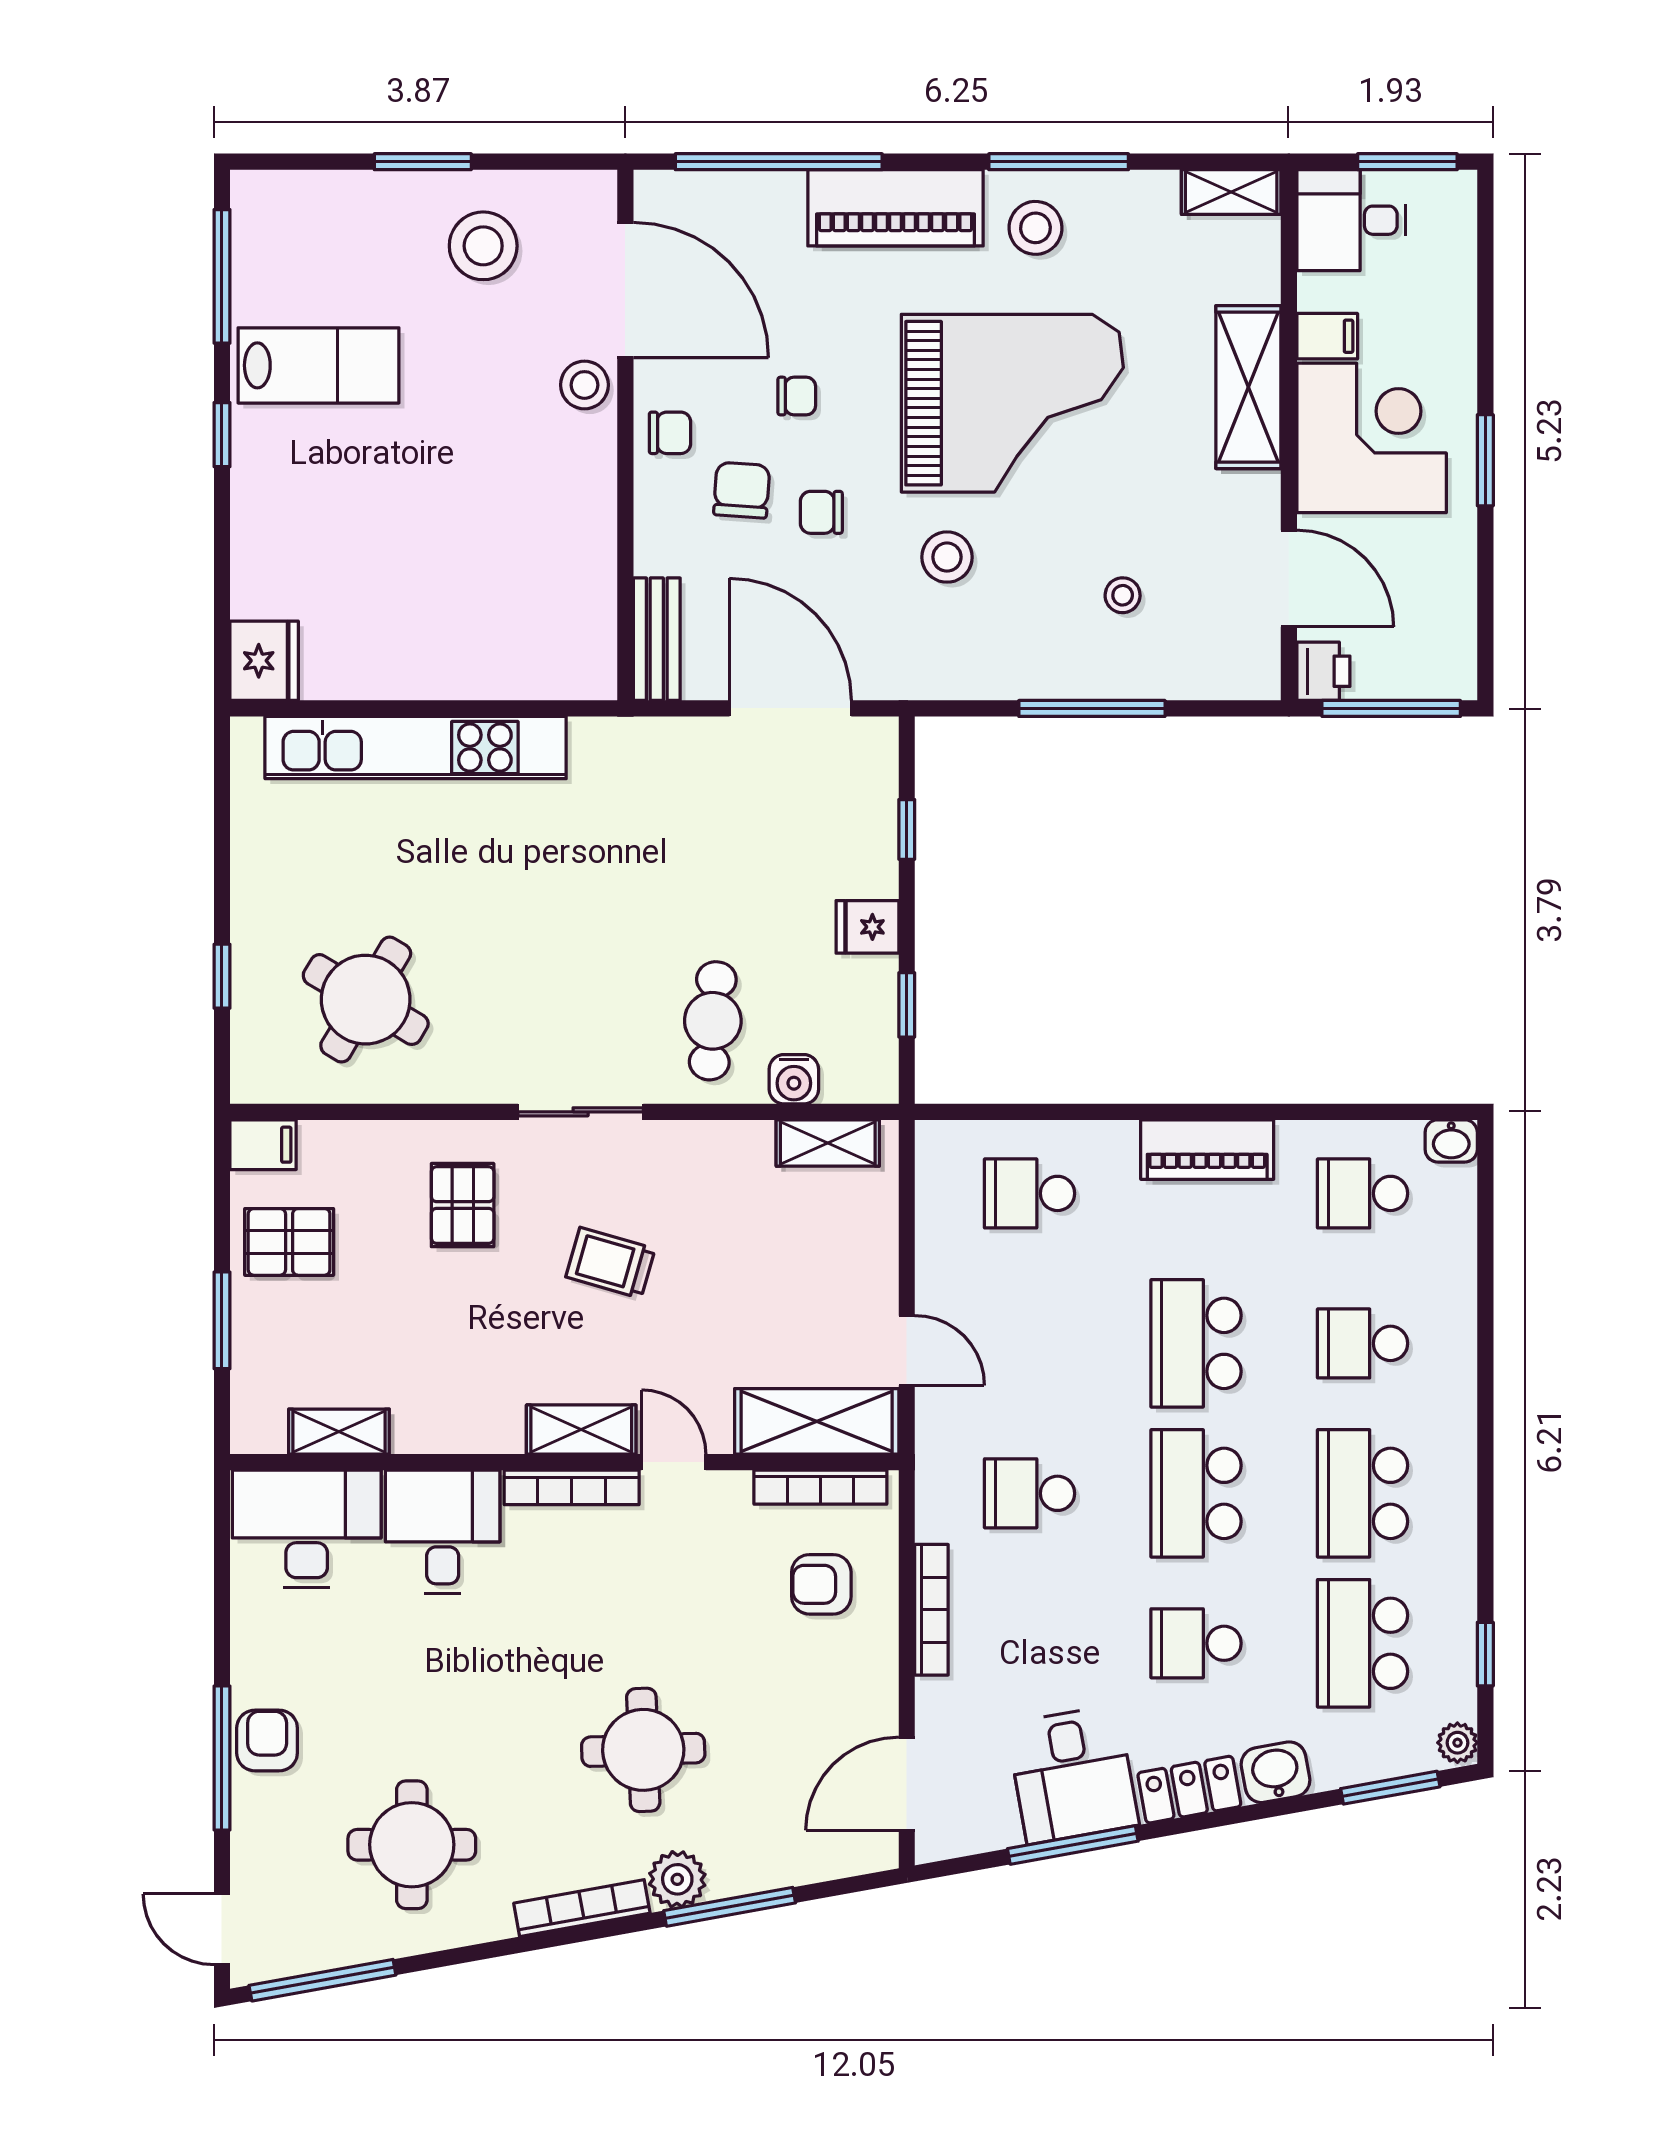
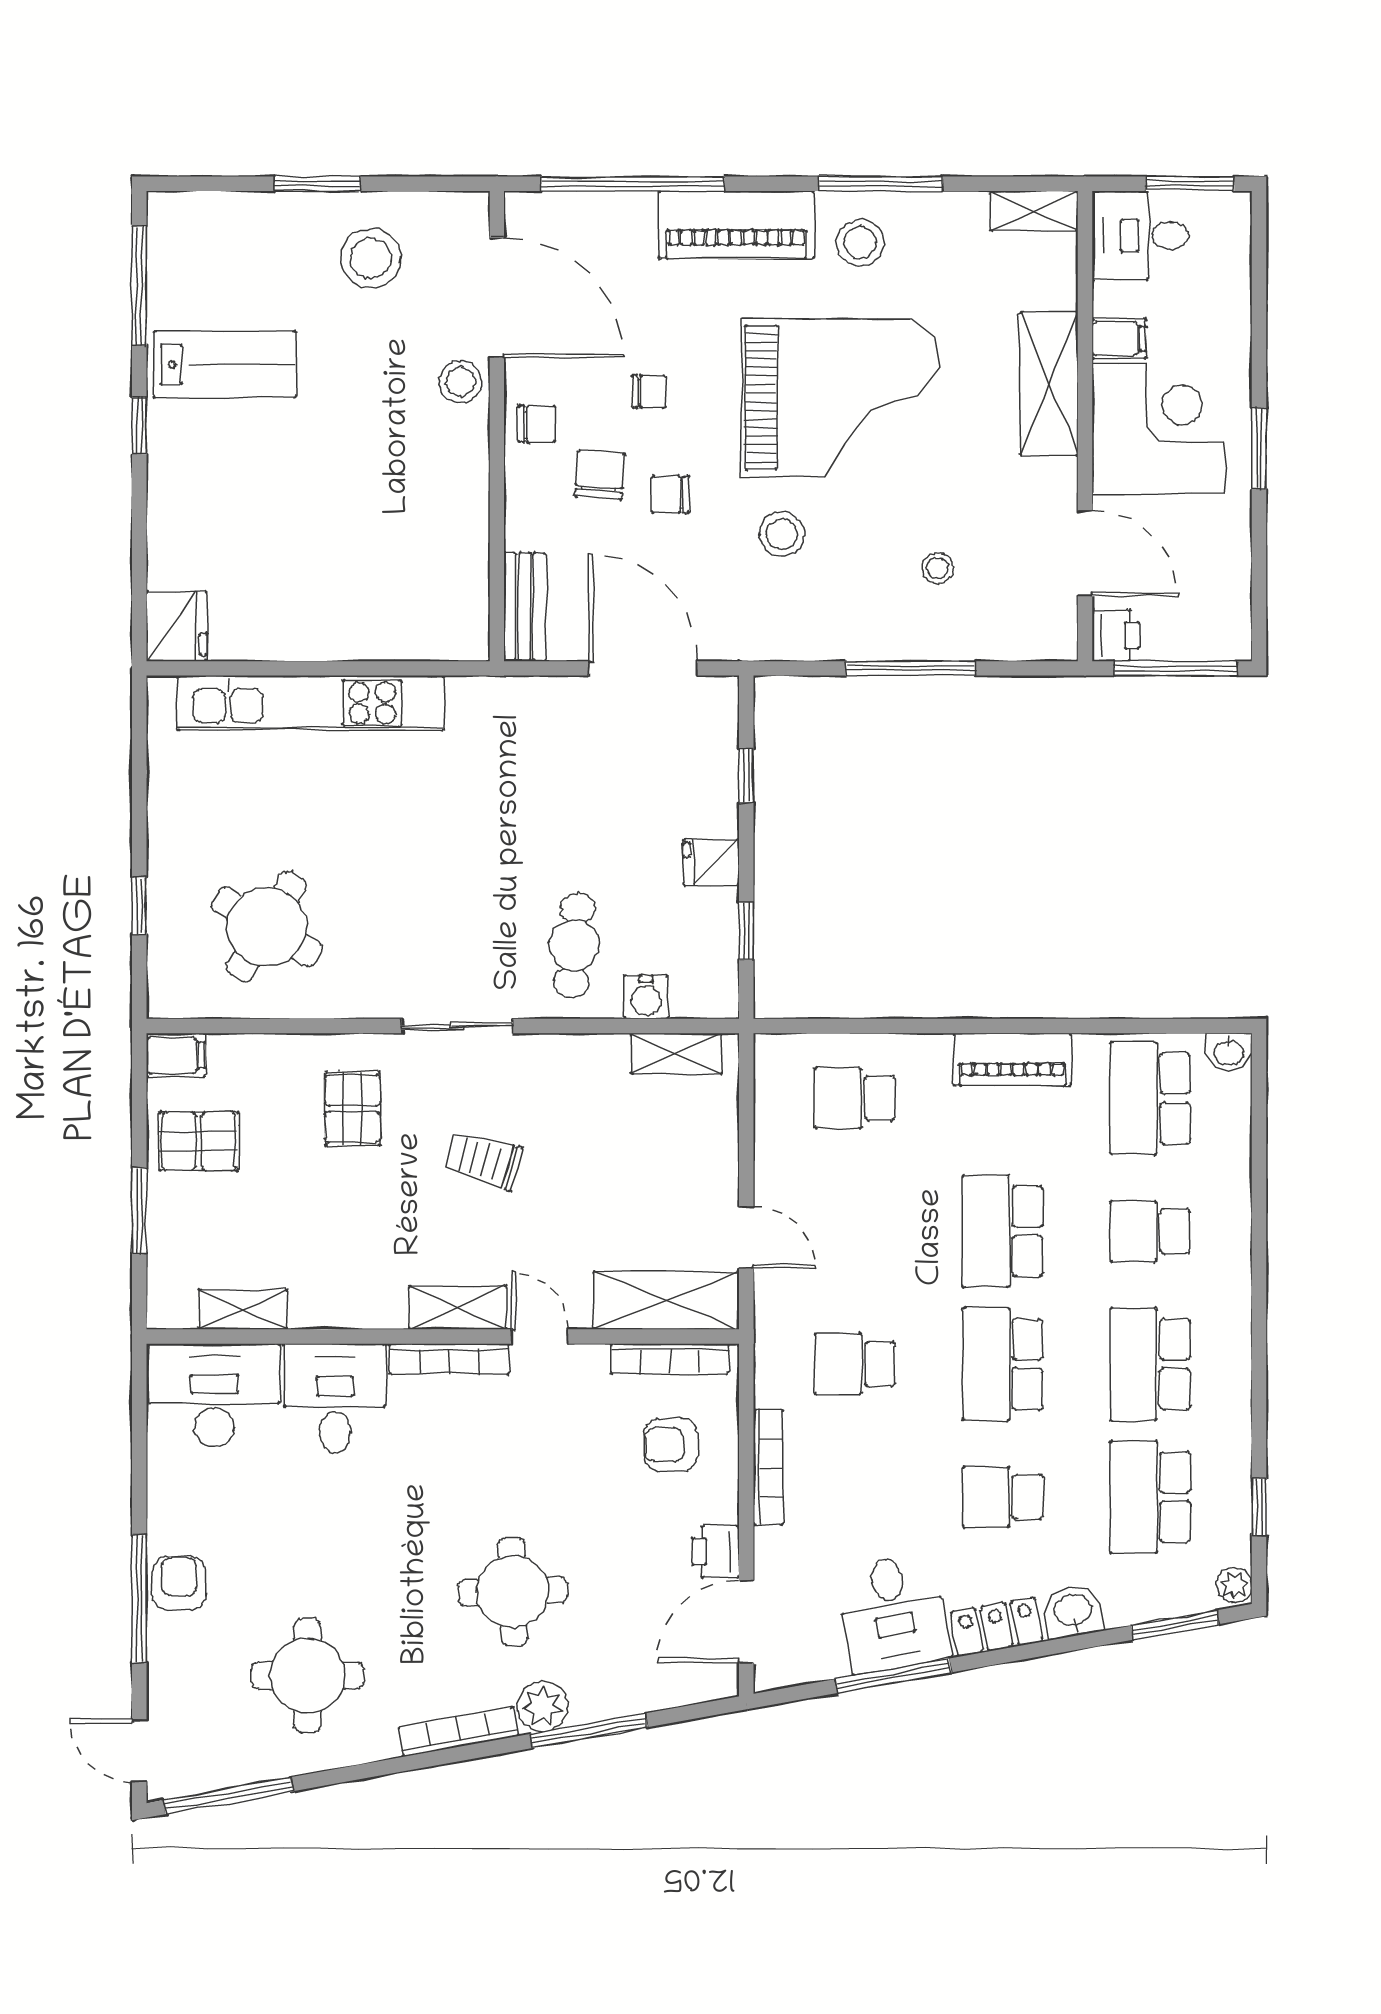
school desk: (1363, 1193) -> (1150, 1098), width x1.85
printer: (872, 1705) -> (716, 1552), added

